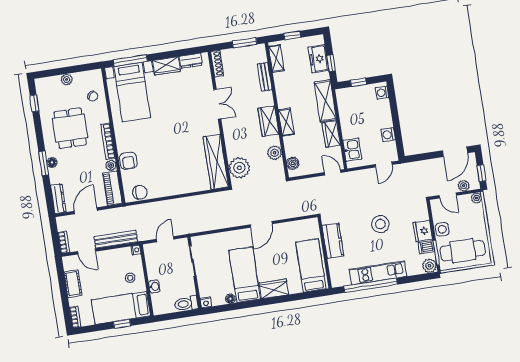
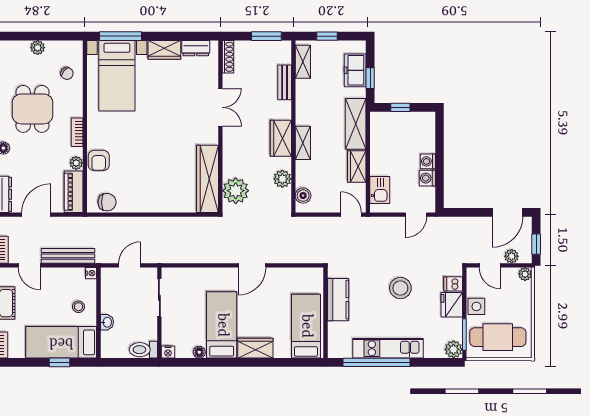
washing machine: (382, 93) -> (428, 161), moved
bookcase: (108, 141) -> (77, 132), width x0.64
dishwasher: (426, 247) -> (453, 284), moved

